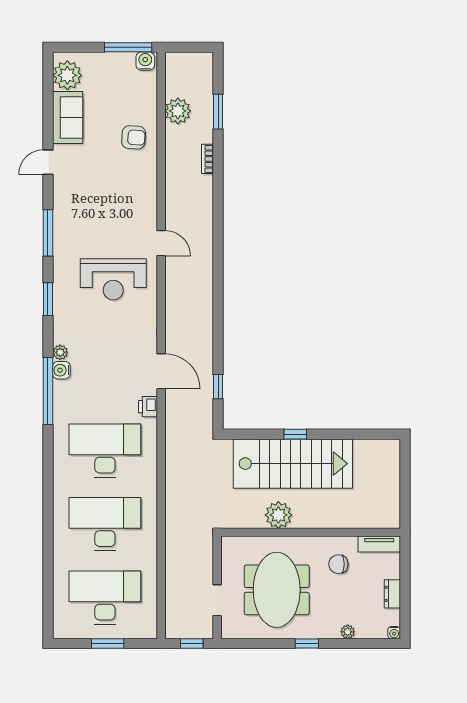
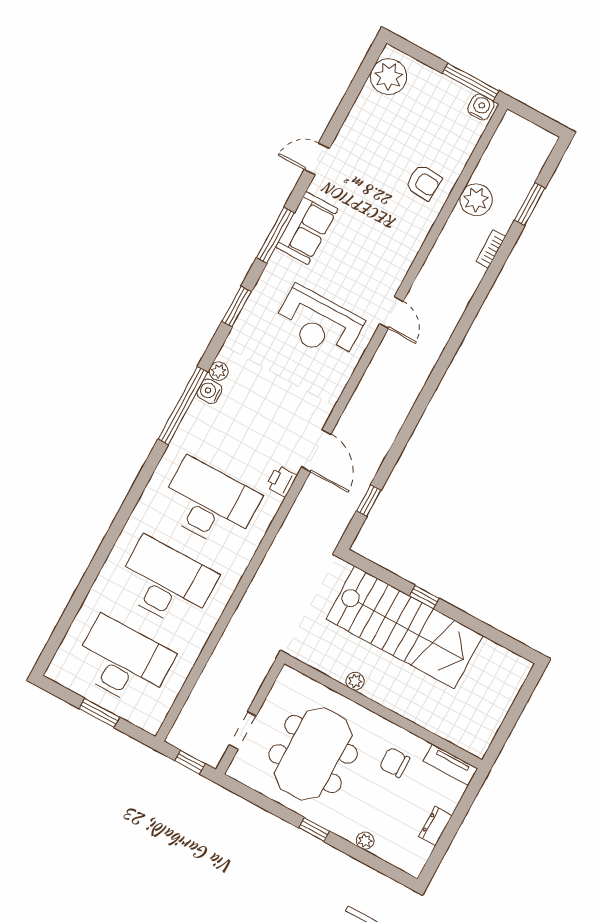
plant: (178, 111) -> (476, 200), moved
sofa: (68, 117) -> (307, 228), moved
plant: (278, 515) -> (355, 681), width x0.53, depth x0.53
water cooler: (394, 633) -> (415, 869), removed

